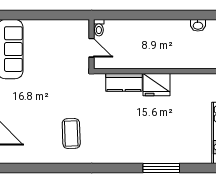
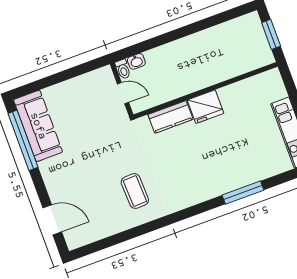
washbasin: (198, 25) -> (136, 61), moved

